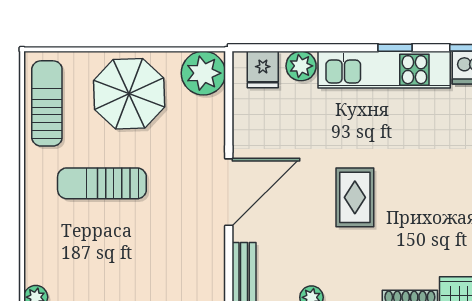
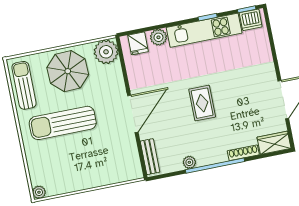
sun lounger: (102, 183) -> (63, 123), width x1.36, depth x1.34

